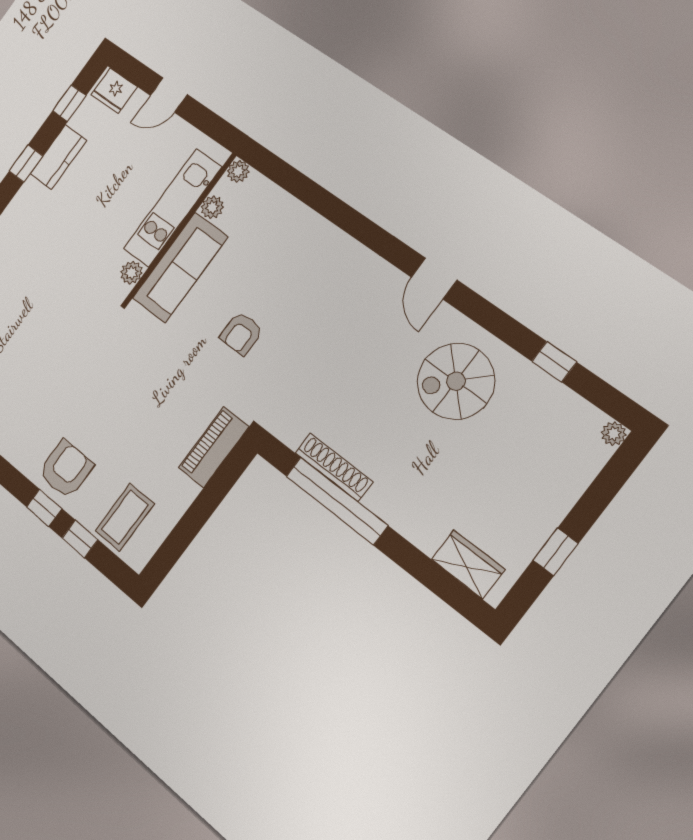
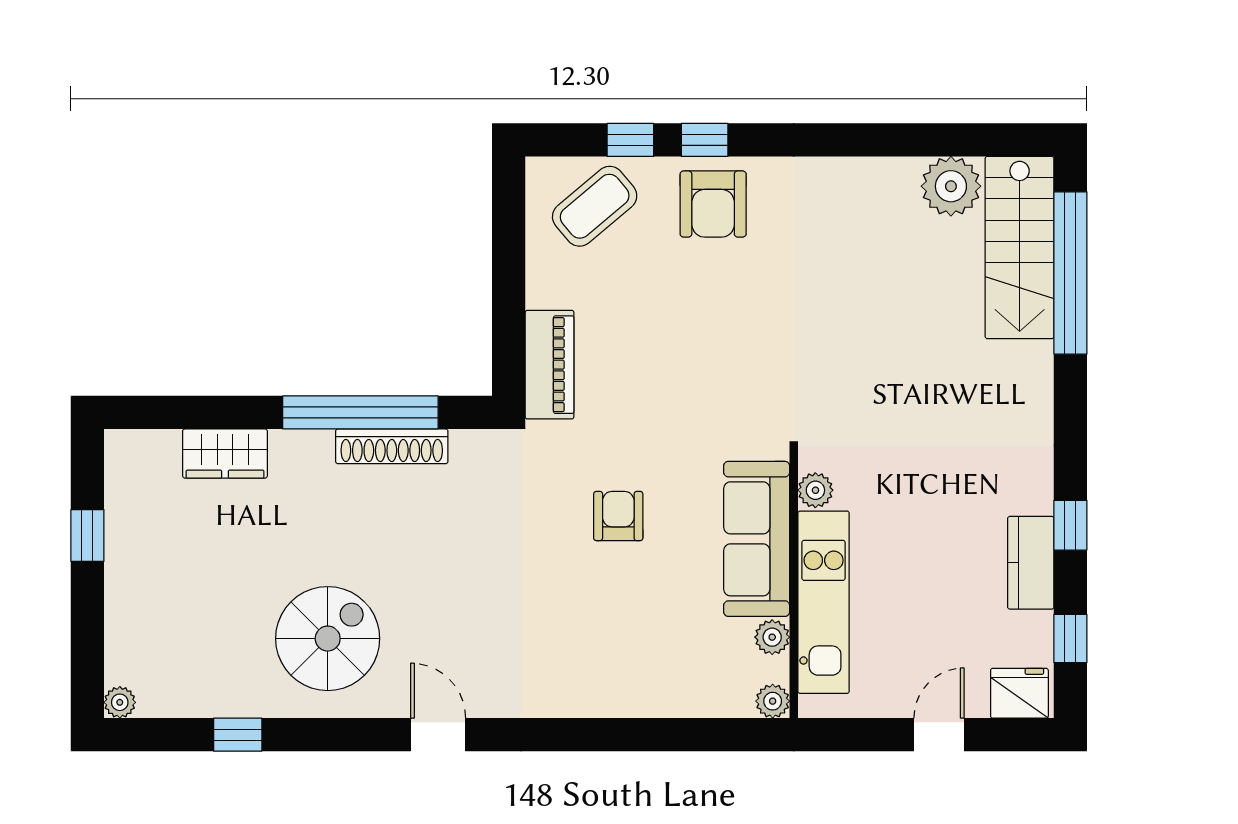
coffee table: (125, 517) -> (595, 206), turned 50
wardrobe: (468, 564) -> (225, 454), moved

